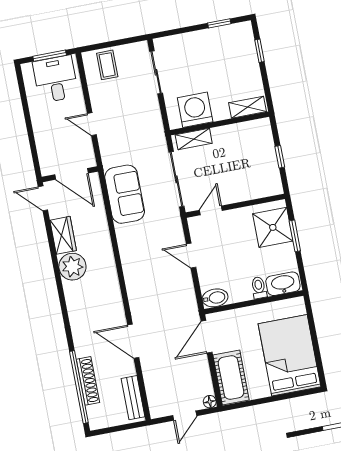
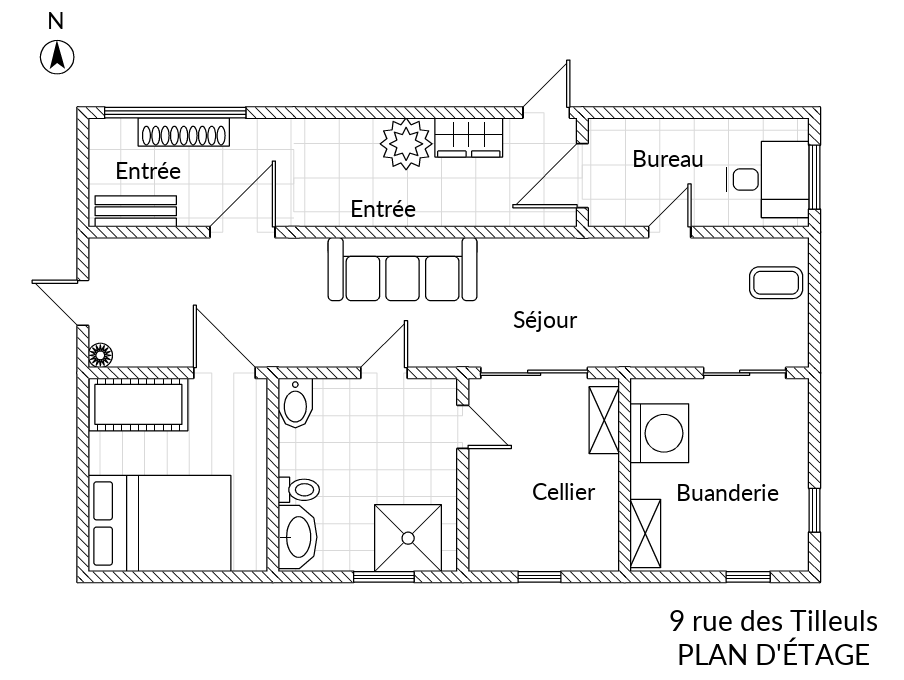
sofa: (125, 194) -> (403, 269), moved, width x1.36

